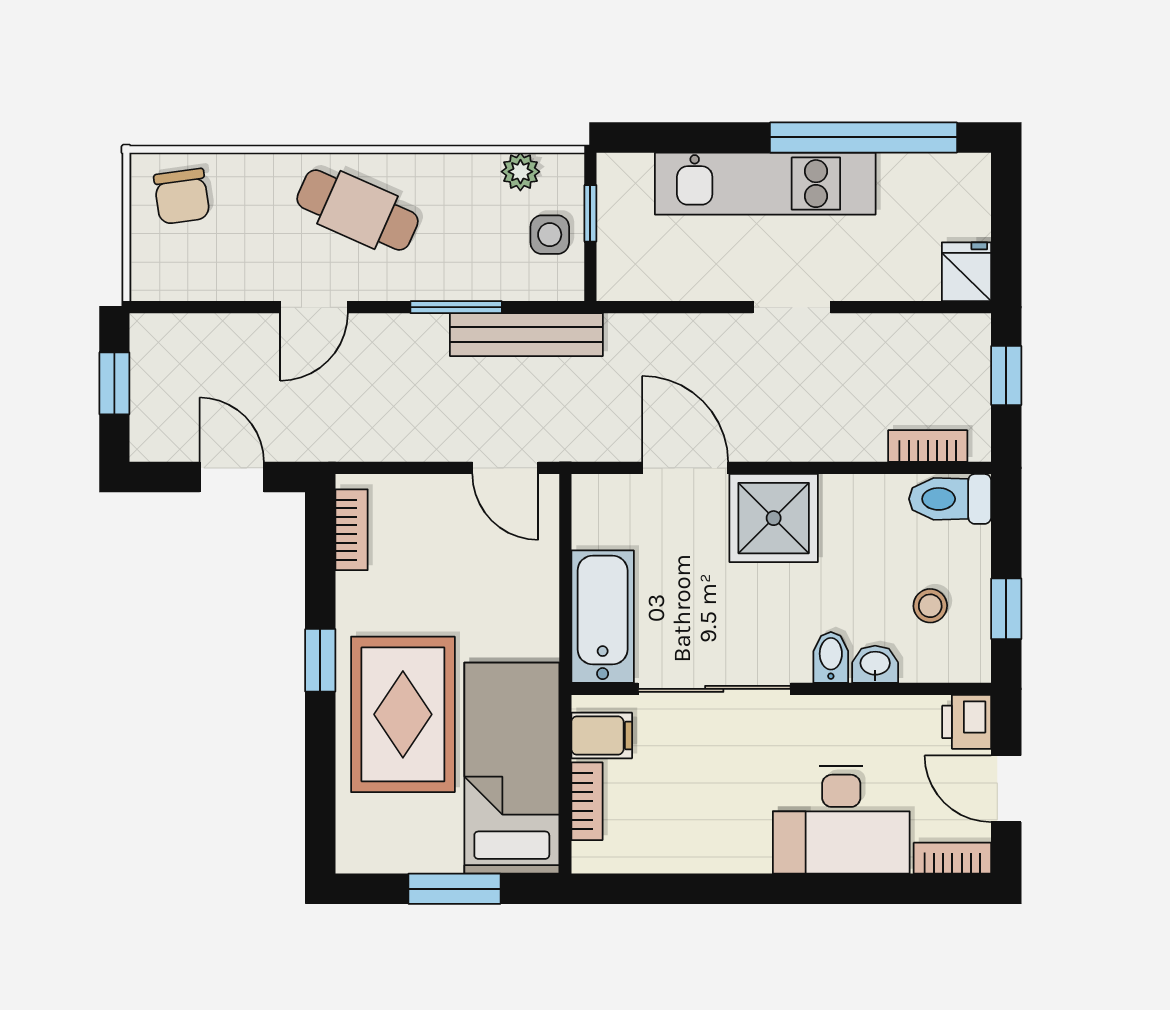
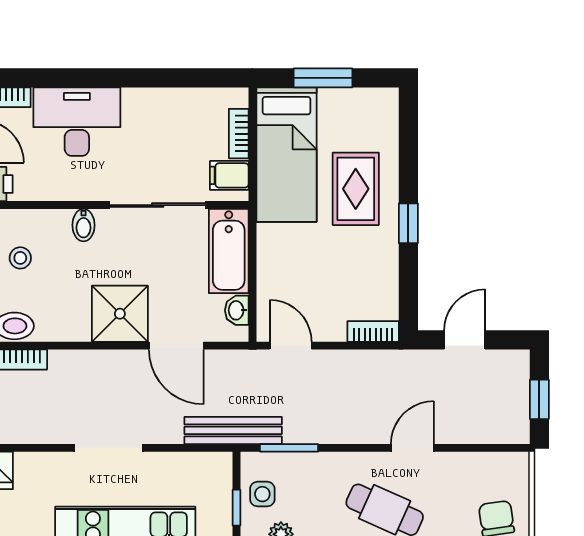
window: (456, 307) -> (289, 448), moved
doorway: (792, 307) -> (108, 448), width x1.38
bench: (526, 335) -> (233, 430), moved
door: (232, 477) -> (465, 340), swing flipped
bookcase: (351, 530) -> (373, 332), moved, turned 90
washbasin: (875, 664) -> (237, 310), moved, turned 90
rug: (403, 714) -> (356, 189), width x0.73, depth x0.70

